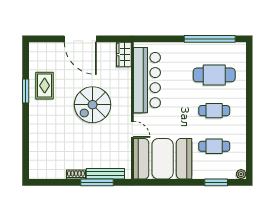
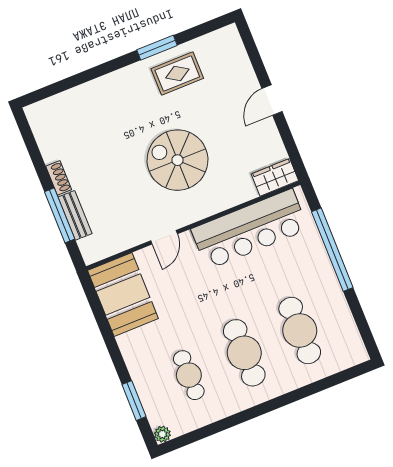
door: (80, 39) -> (272, 100), width x0.53
window: (210, 39) -> (332, 250), moved
cafe table: (214, 111) -> (244, 353), width x1.37, depth x1.35
booth: (163, 159) -> (123, 294), width x0.73, depth x0.70
bench: (105, 174) -> (75, 215), width x0.73

